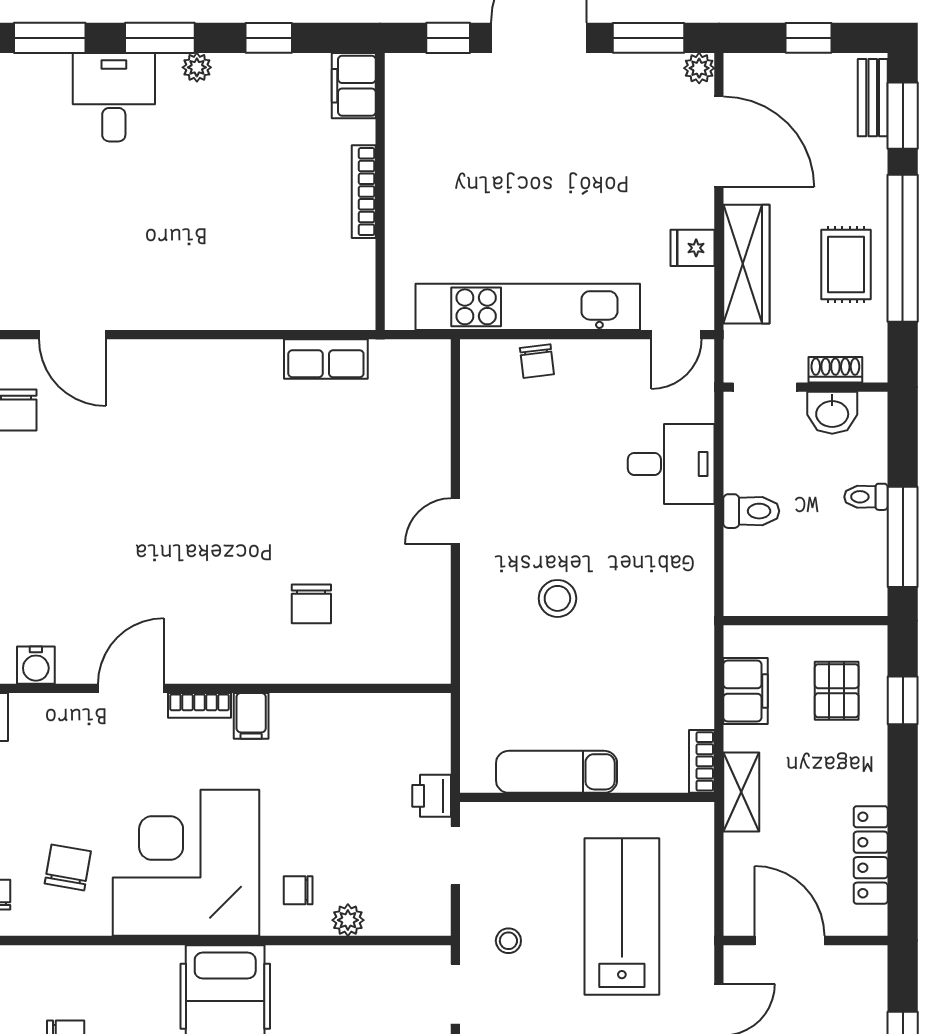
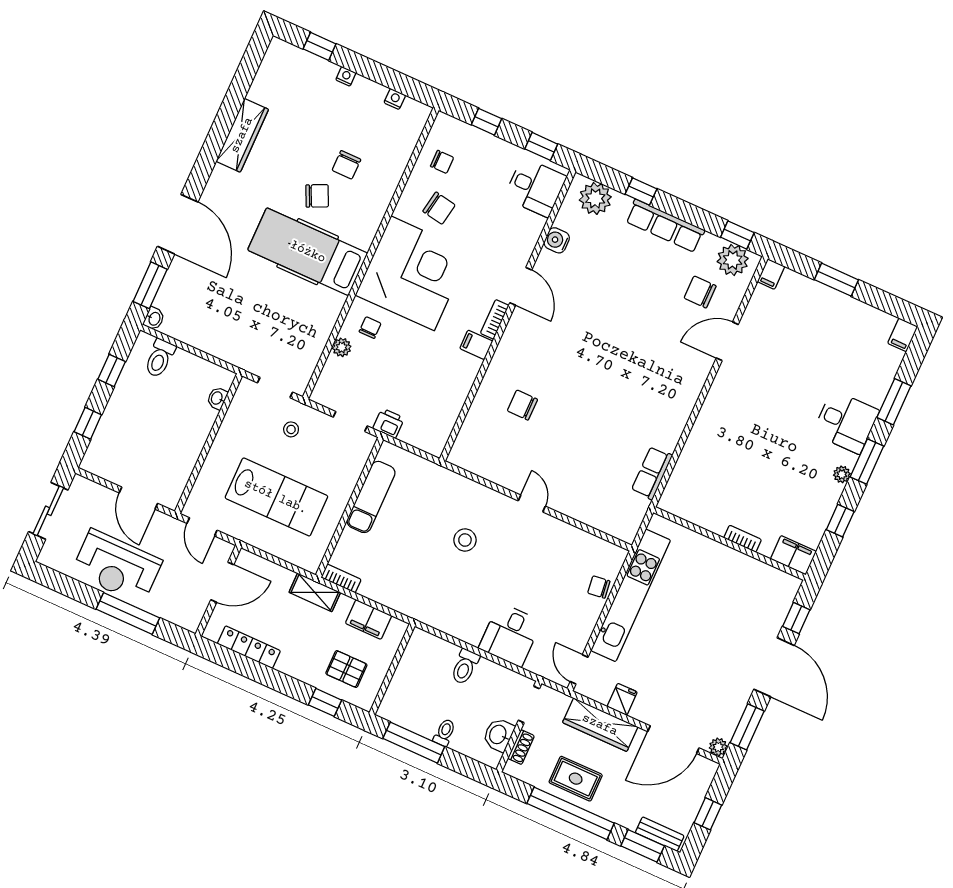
bookcase: (364, 192) -> (743, 539), width x0.64

